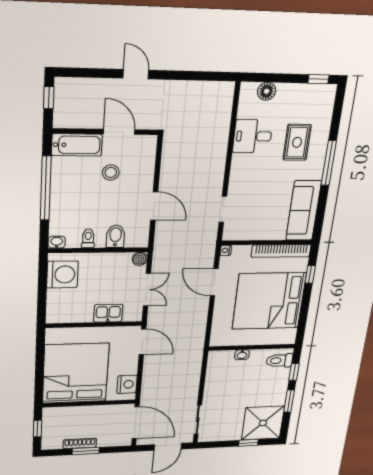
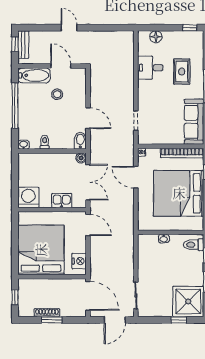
bench: (62, 99) -> (23, 45), added
bidet: (115, 236) -> (80, 141), moved
washing machine: (62, 274) -> (28, 197), moved, turned -90
double door: (147, 290) -> (88, 182), width x1.37

